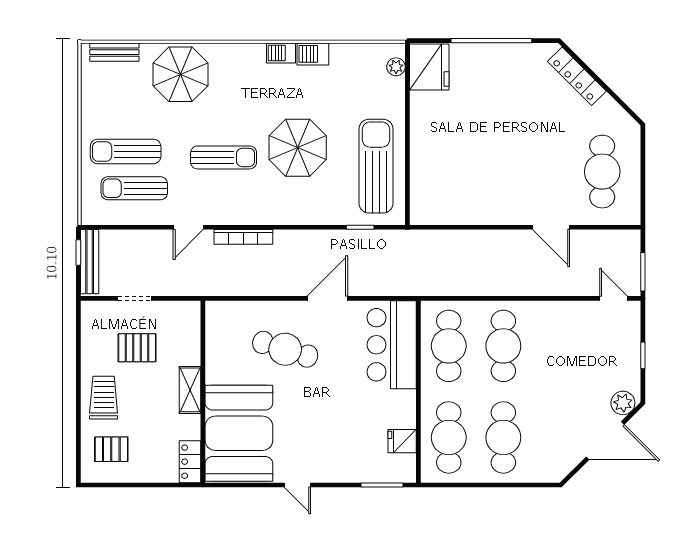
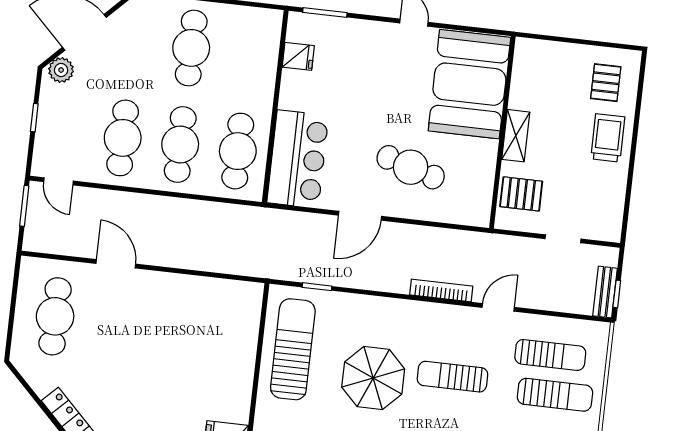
sun lounger: (376, 166) -> (293, 349), turned 180
bench: (90, 262) -> (605, 292), width x0.73
pallet: (137, 348) -> (521, 194), moved
trolley: (104, 398) -> (608, 138), turned 180
cafe table: (449, 437) -> (123, 138), moved
pallet: (111, 449) -> (606, 83), turned 90
locker: (190, 462) -> (524, 60), removed

